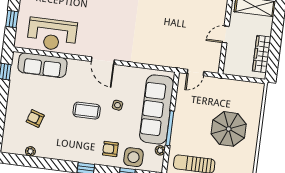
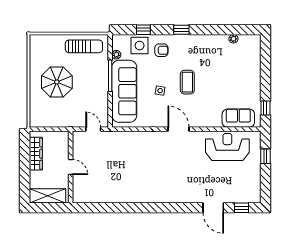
door: (226, 34) -> (71, 167), hinge flipped
sofa: (42, 65) -> (238, 118), width x0.73
door: (196, 73) -> (93, 129), hinge flipped
coffee table: (87, 111) -> (187, 82), turned 90
armchair: (35, 118) -> (233, 69), removed

